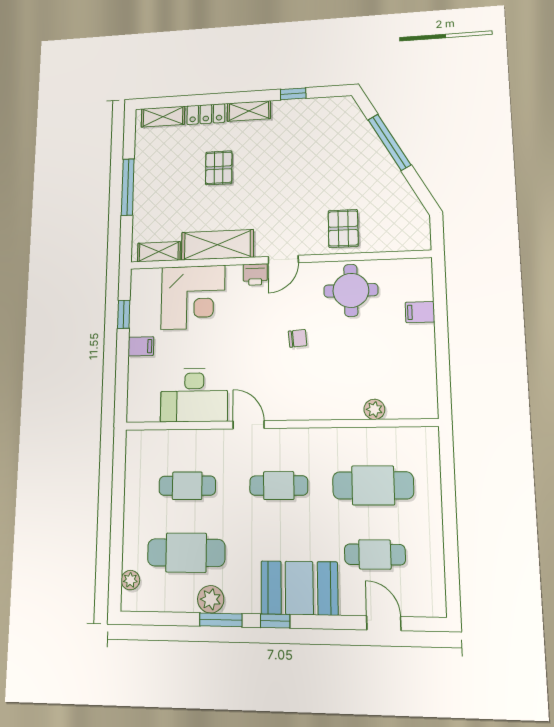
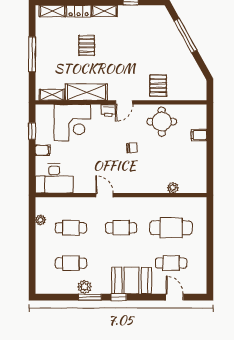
desk: (194, 395) -> (54, 178), moved
cafe table: (186, 553) -> (71, 263), width x0.73, depth x0.74
plant: (130, 580) -> (41, 220), moved

